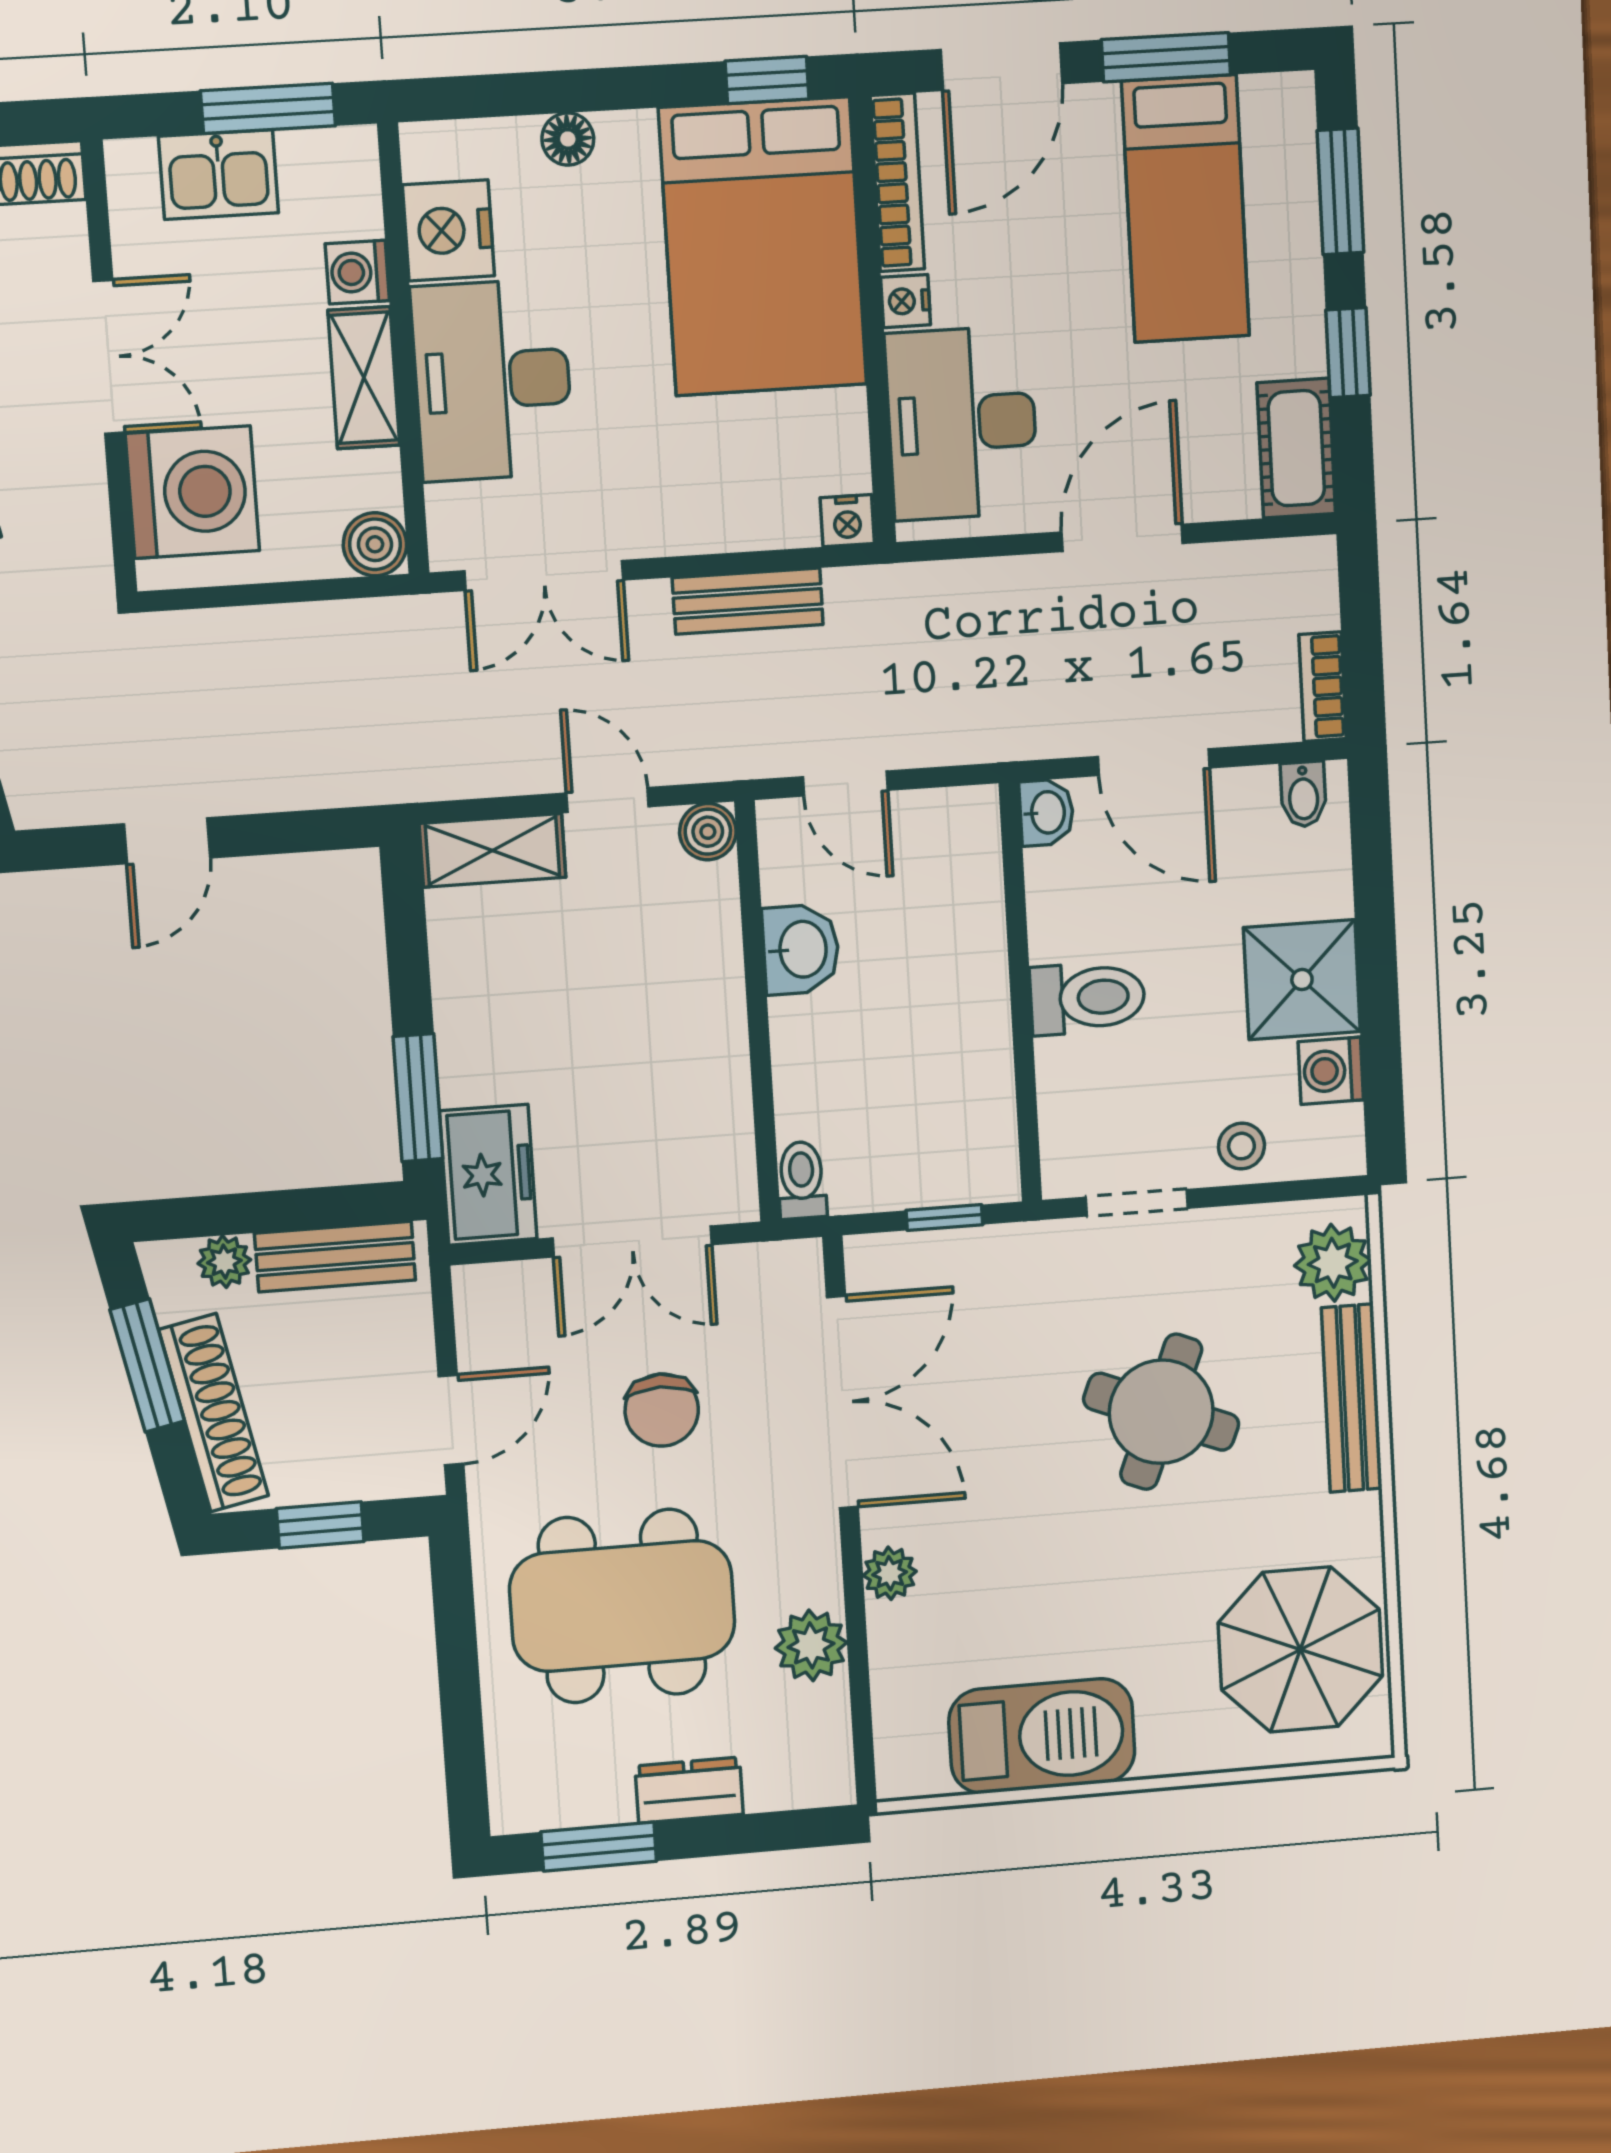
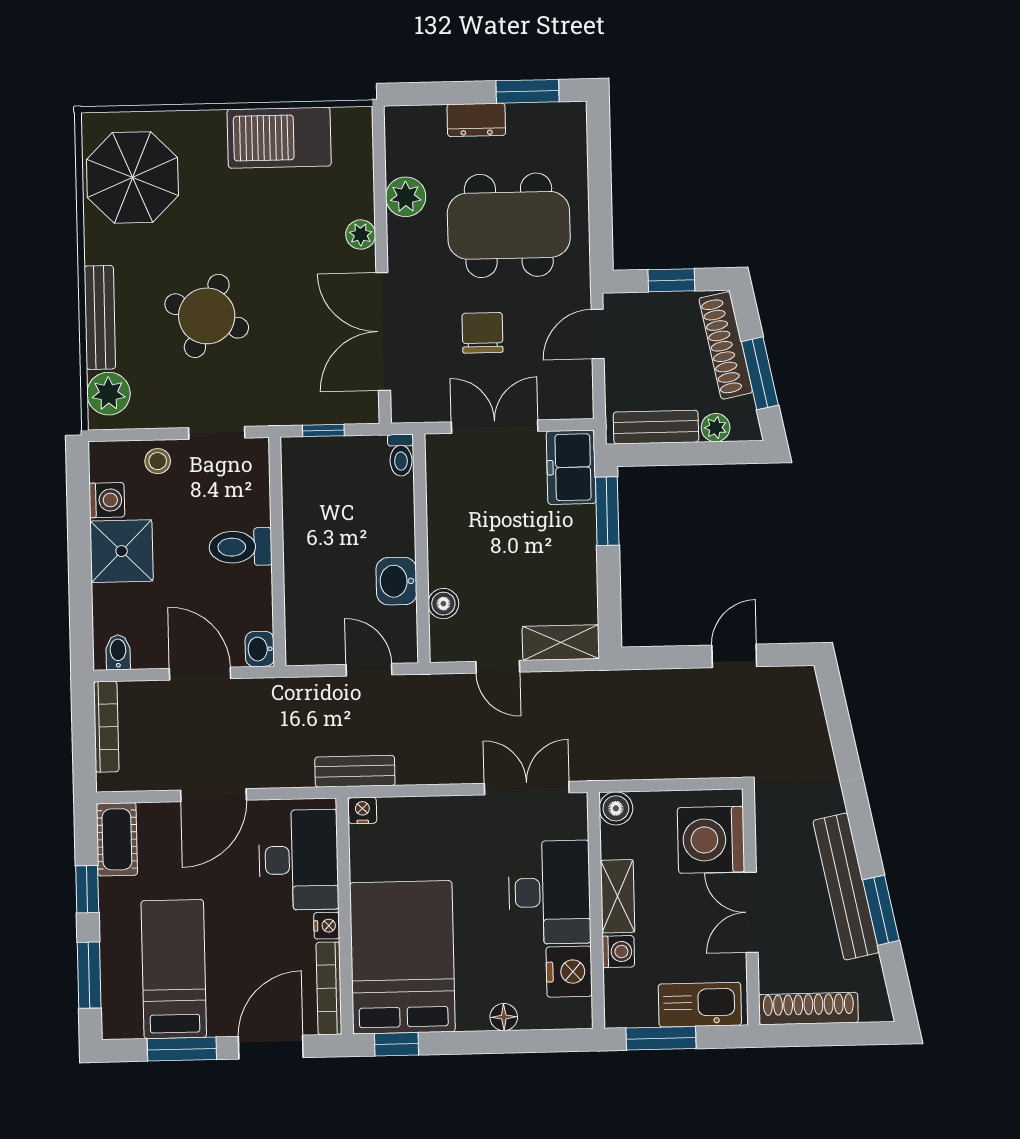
kitchen sink: (219, 175) -> (700, 1005), width x1.38
bench: (748, 601) -> (355, 771), moved
bookcase: (1323, 687) -> (106, 727), width x1.56
boiler: (708, 832) -> (443, 604), moved

